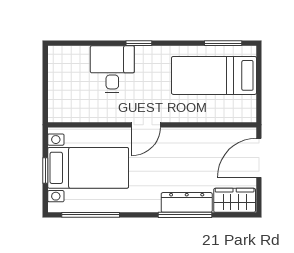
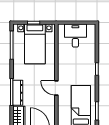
desk: (112, 69) -> (75, 36), moved, turned -90
door: (146, 125) -> (56, 88), moved

